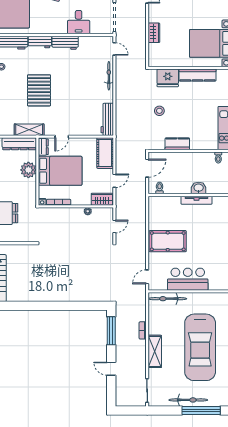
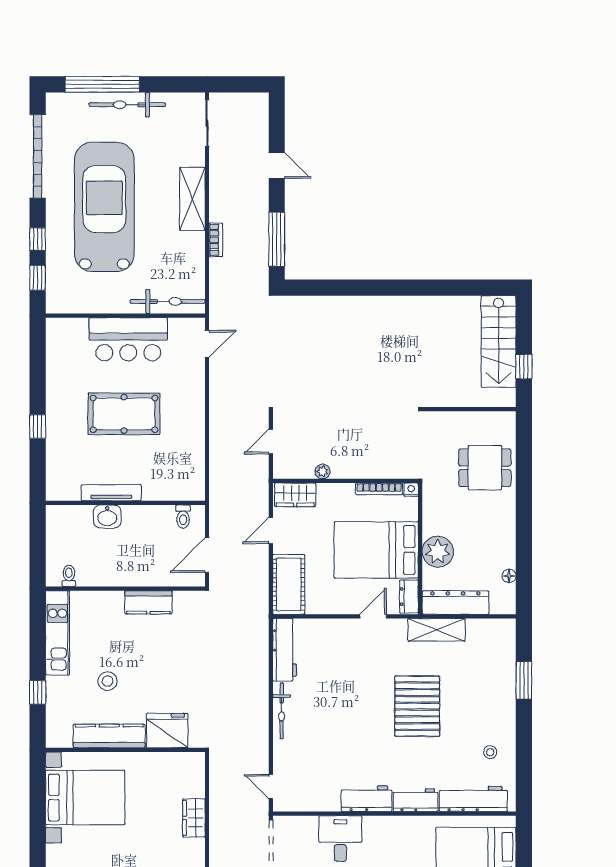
bicycle: (109, 76) -> (282, 711), moved
stool: (159, 111) -> (108, 681), moved
pool table: (168, 241) -> (124, 414), moved

